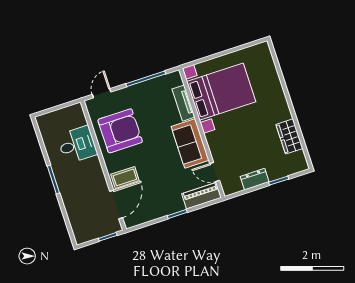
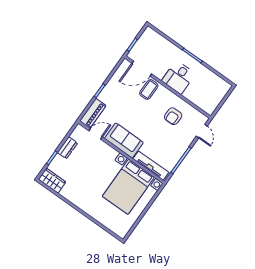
tv unit: (183, 103) -> (151, 166), width x1.41
armchair: (120, 131) -> (173, 116), width x0.53, depth x0.53
wardrobe: (289, 136) -> (52, 181), moved
desk: (77, 145) -> (179, 77), moved
door: (116, 205) -> (142, 69), hinge flipped

